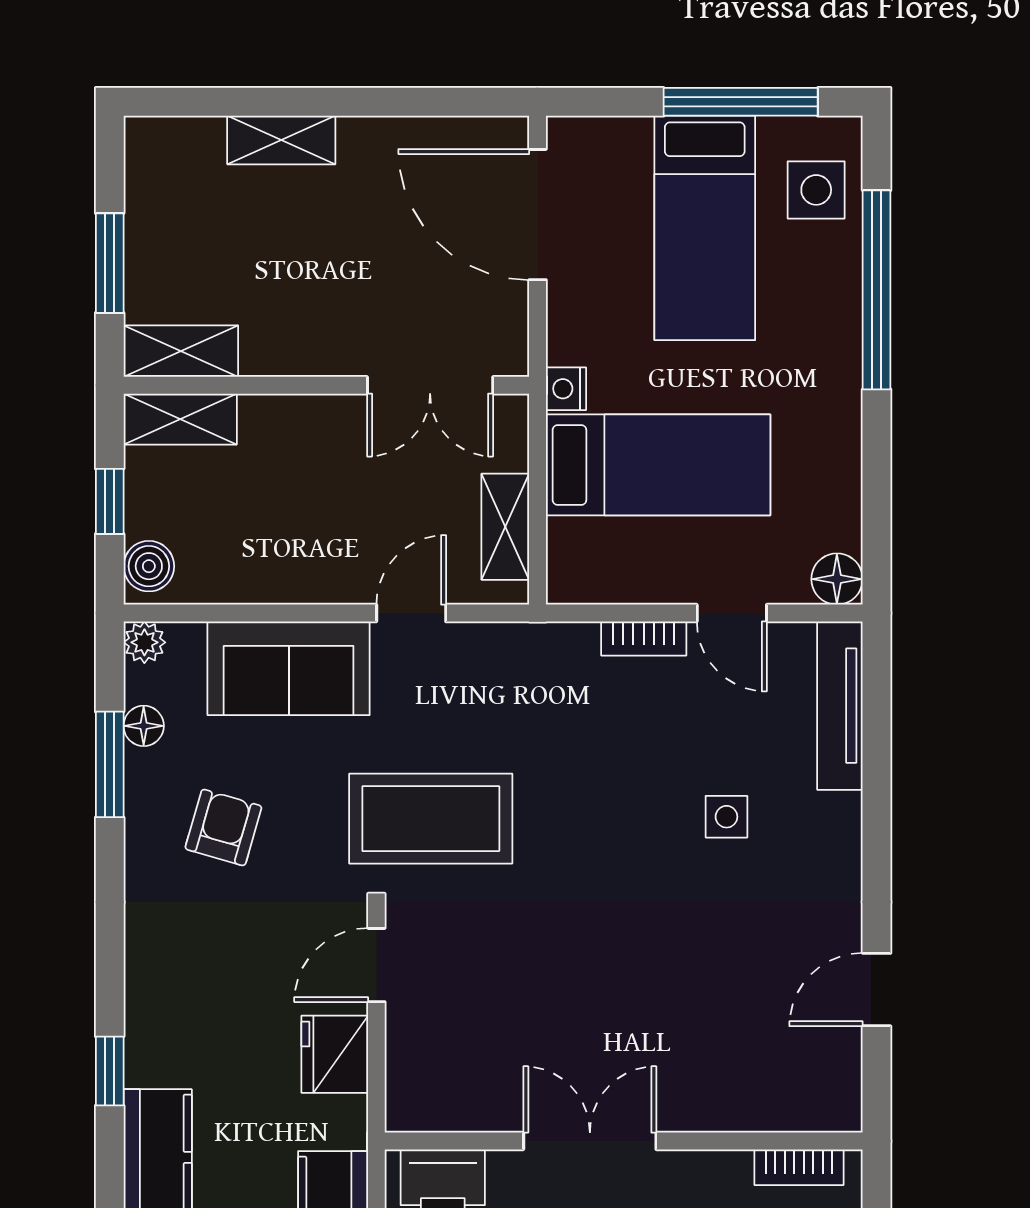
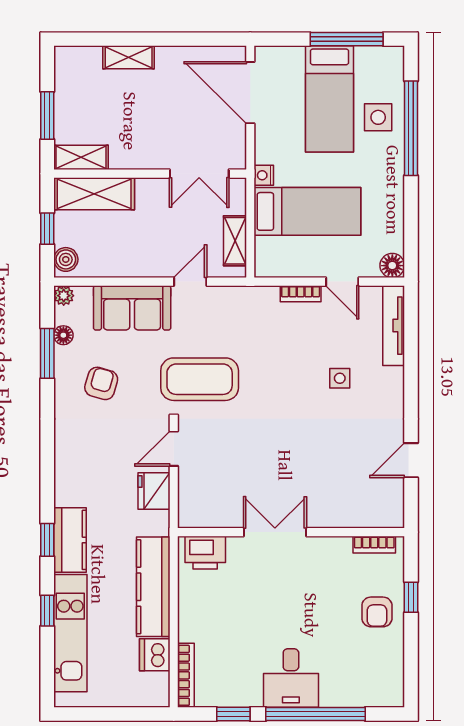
side table: (816, 190) -> (378, 117), moved
shelving: (180, 419) -> (94, 194), width x1.50, depth x1.33
window: (110, 1071) -> (47, 540), moved

